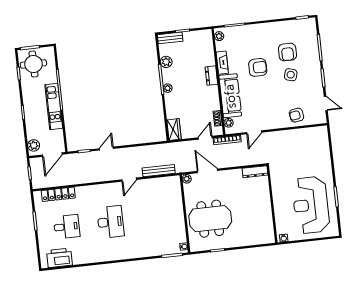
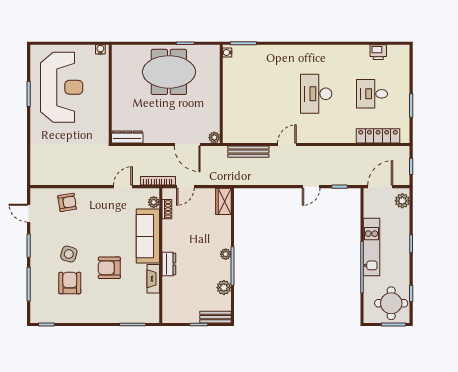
plant: (219, 36) -> (154, 313), removed
meeting table: (210, 219) -> (169, 72), moved
printer: (59, 258) -> (378, 52), width x0.53, depth x0.68

